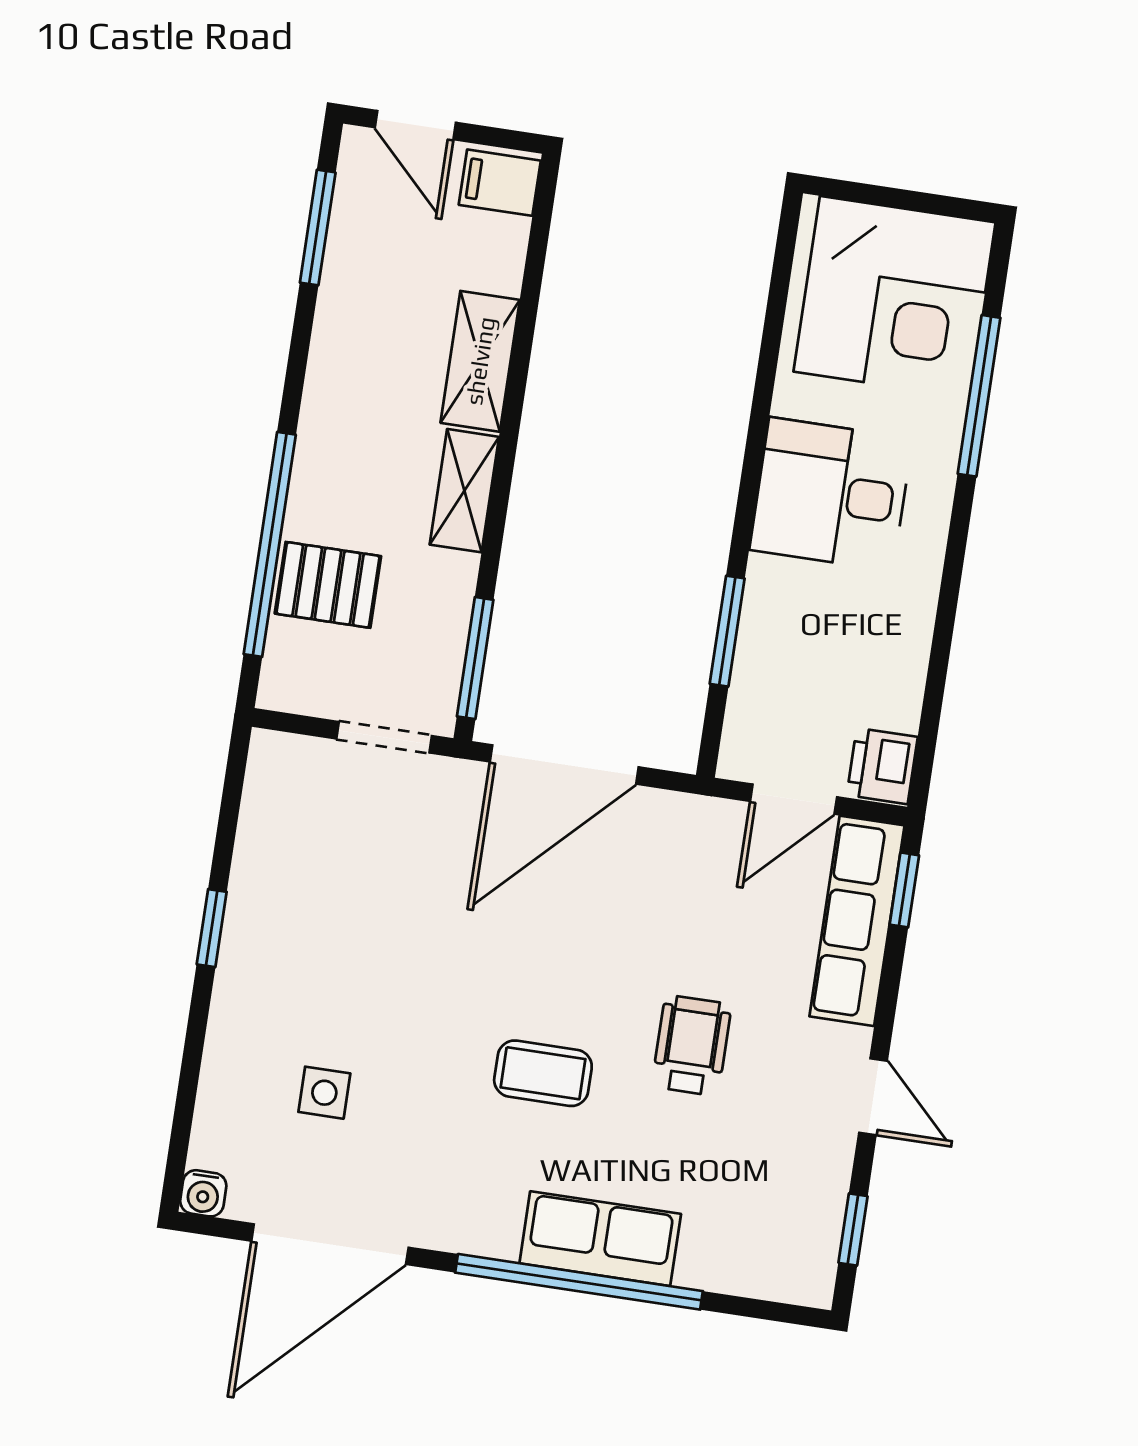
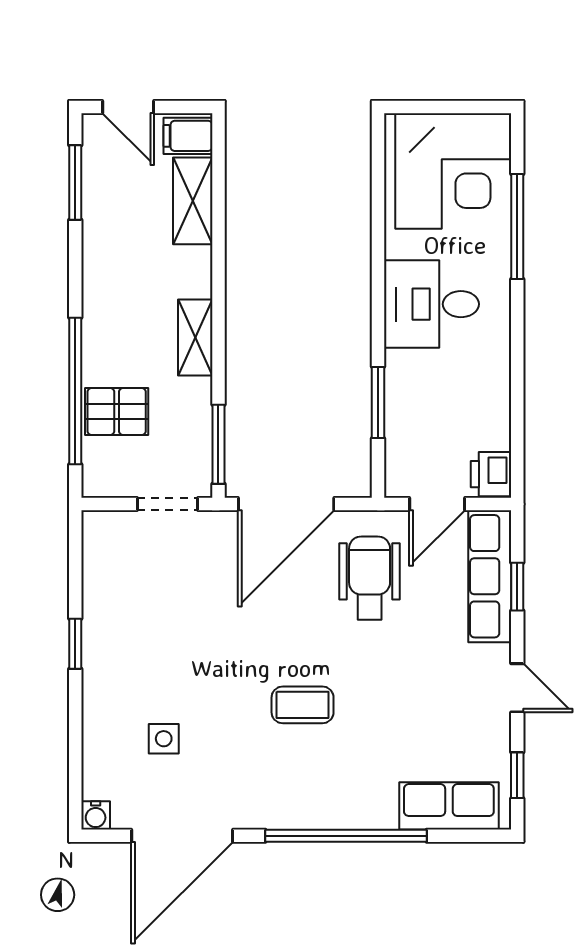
shelving: (480, 361) -> (193, 201), moved
window: (904, 890) -> (517, 587), moved
wheelchair: (692, 1045) -> (370, 578), moved, width x1.36, depth x1.37
row of seats: (600, 1239) -> (449, 806), moved

